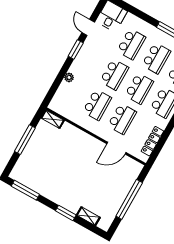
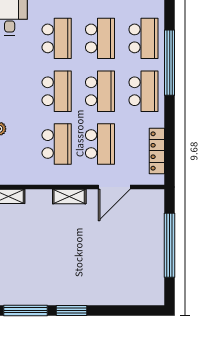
window: (66, 213) -> (71, 310), moved
shelving: (88, 216) -> (69, 197), moved

